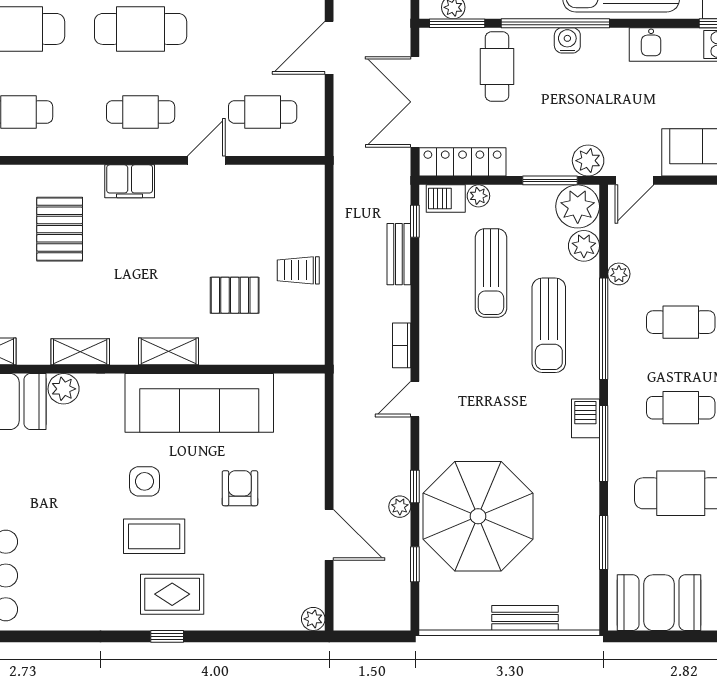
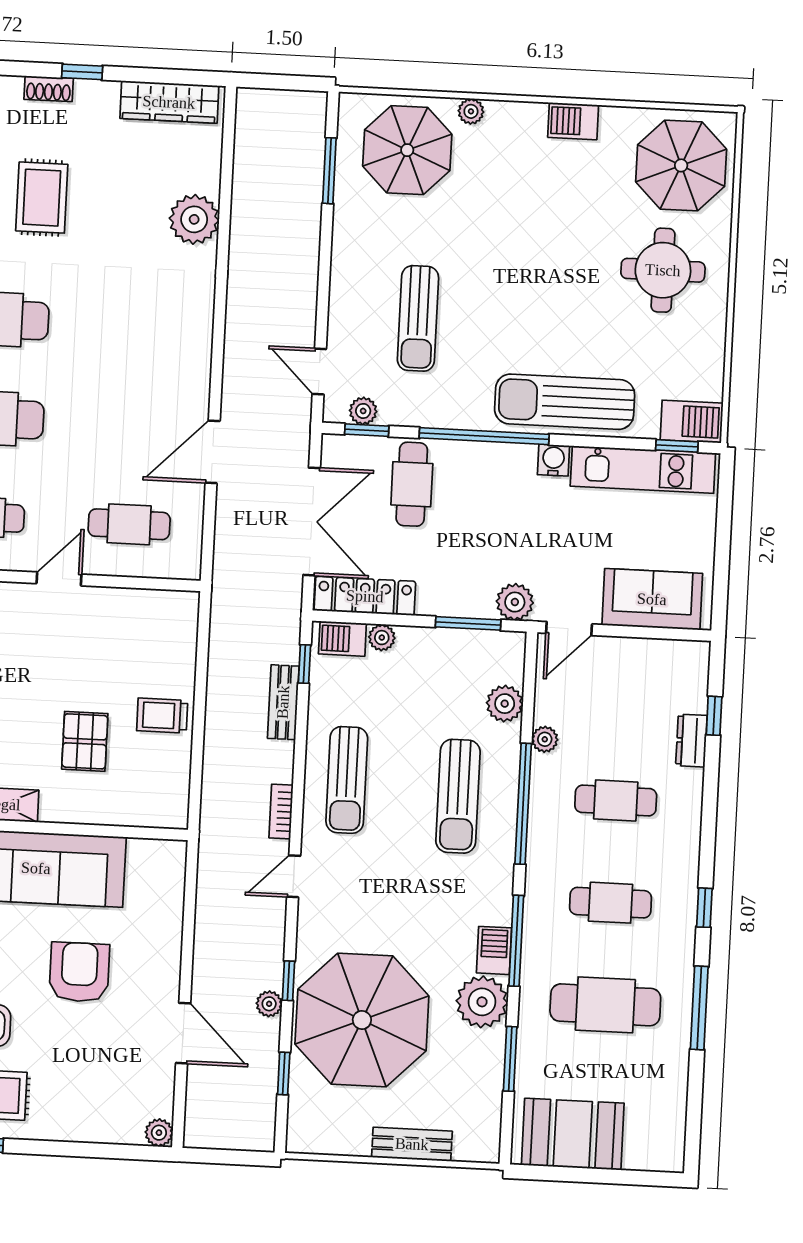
window: (457, 23) -> (367, 430), width x0.67
water cooler: (567, 40) -> (553, 460), moved
double door: (415, 102) -> (312, 522), swing flipped
plant: (578, 206) -> (482, 1002), moved
sun lounger: (491, 273) -> (347, 780), moved
pallet: (235, 295) -> (85, 741), turned 90
barbecue: (585, 418) -> (494, 950), moved
armchair: (240, 488) -> (79, 972), width x1.38, depth x1.38

